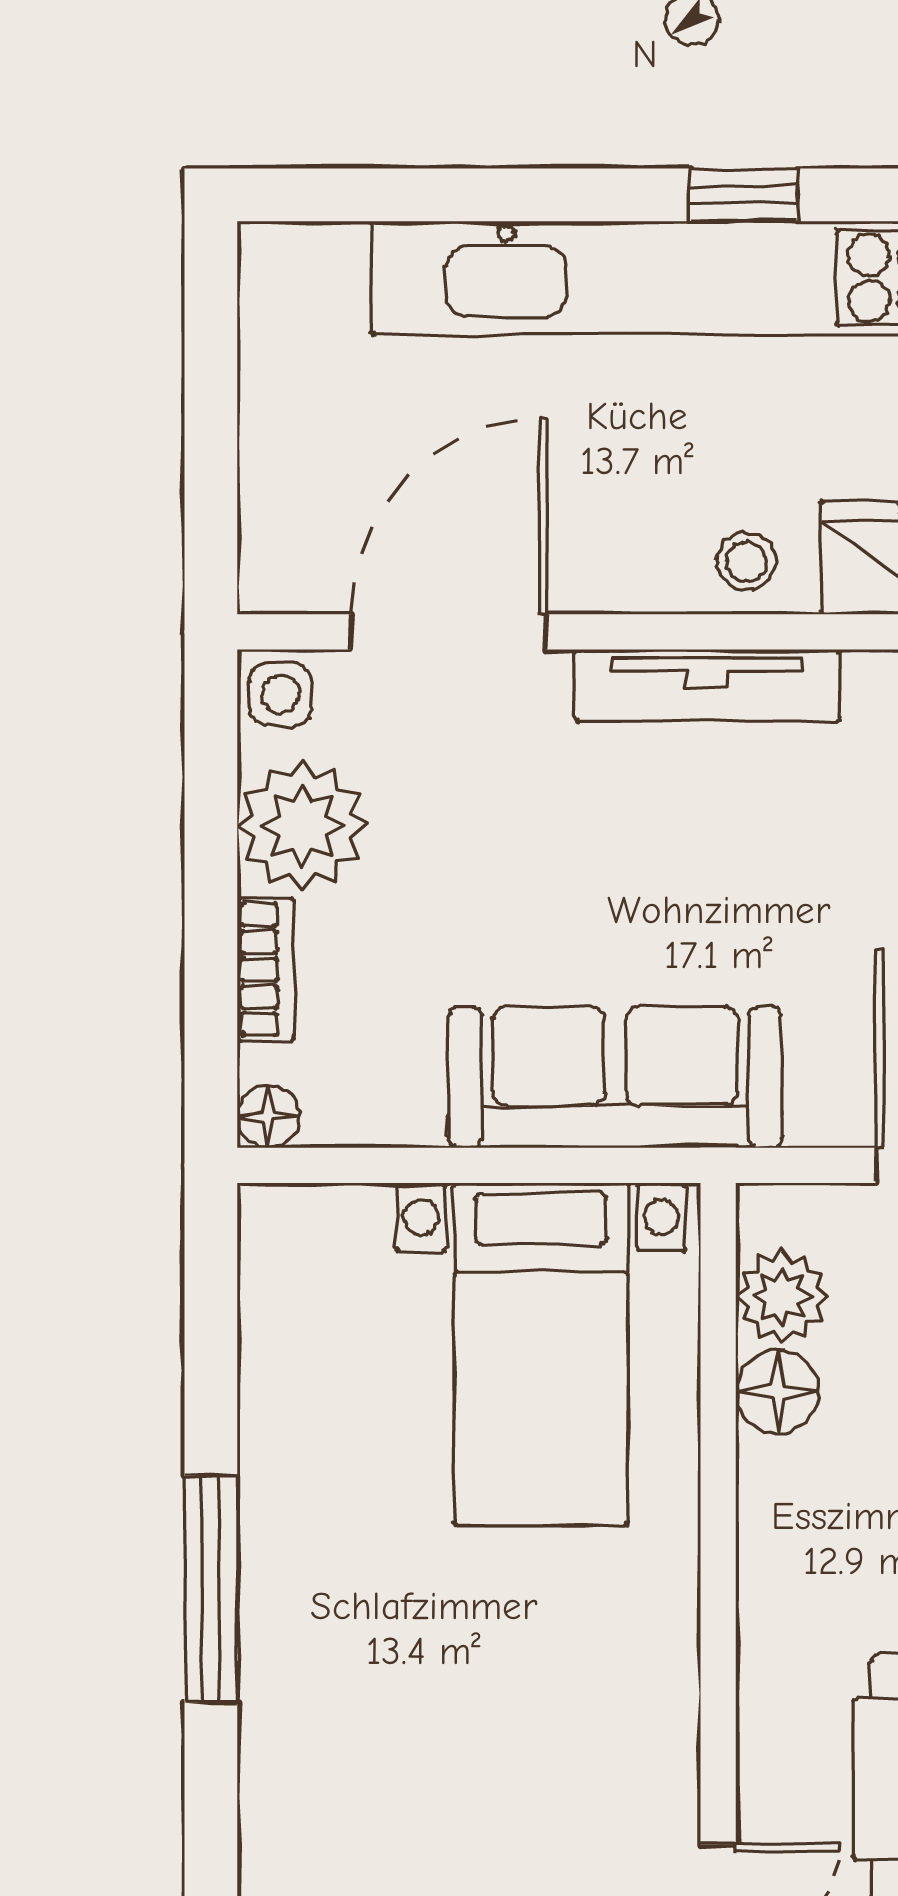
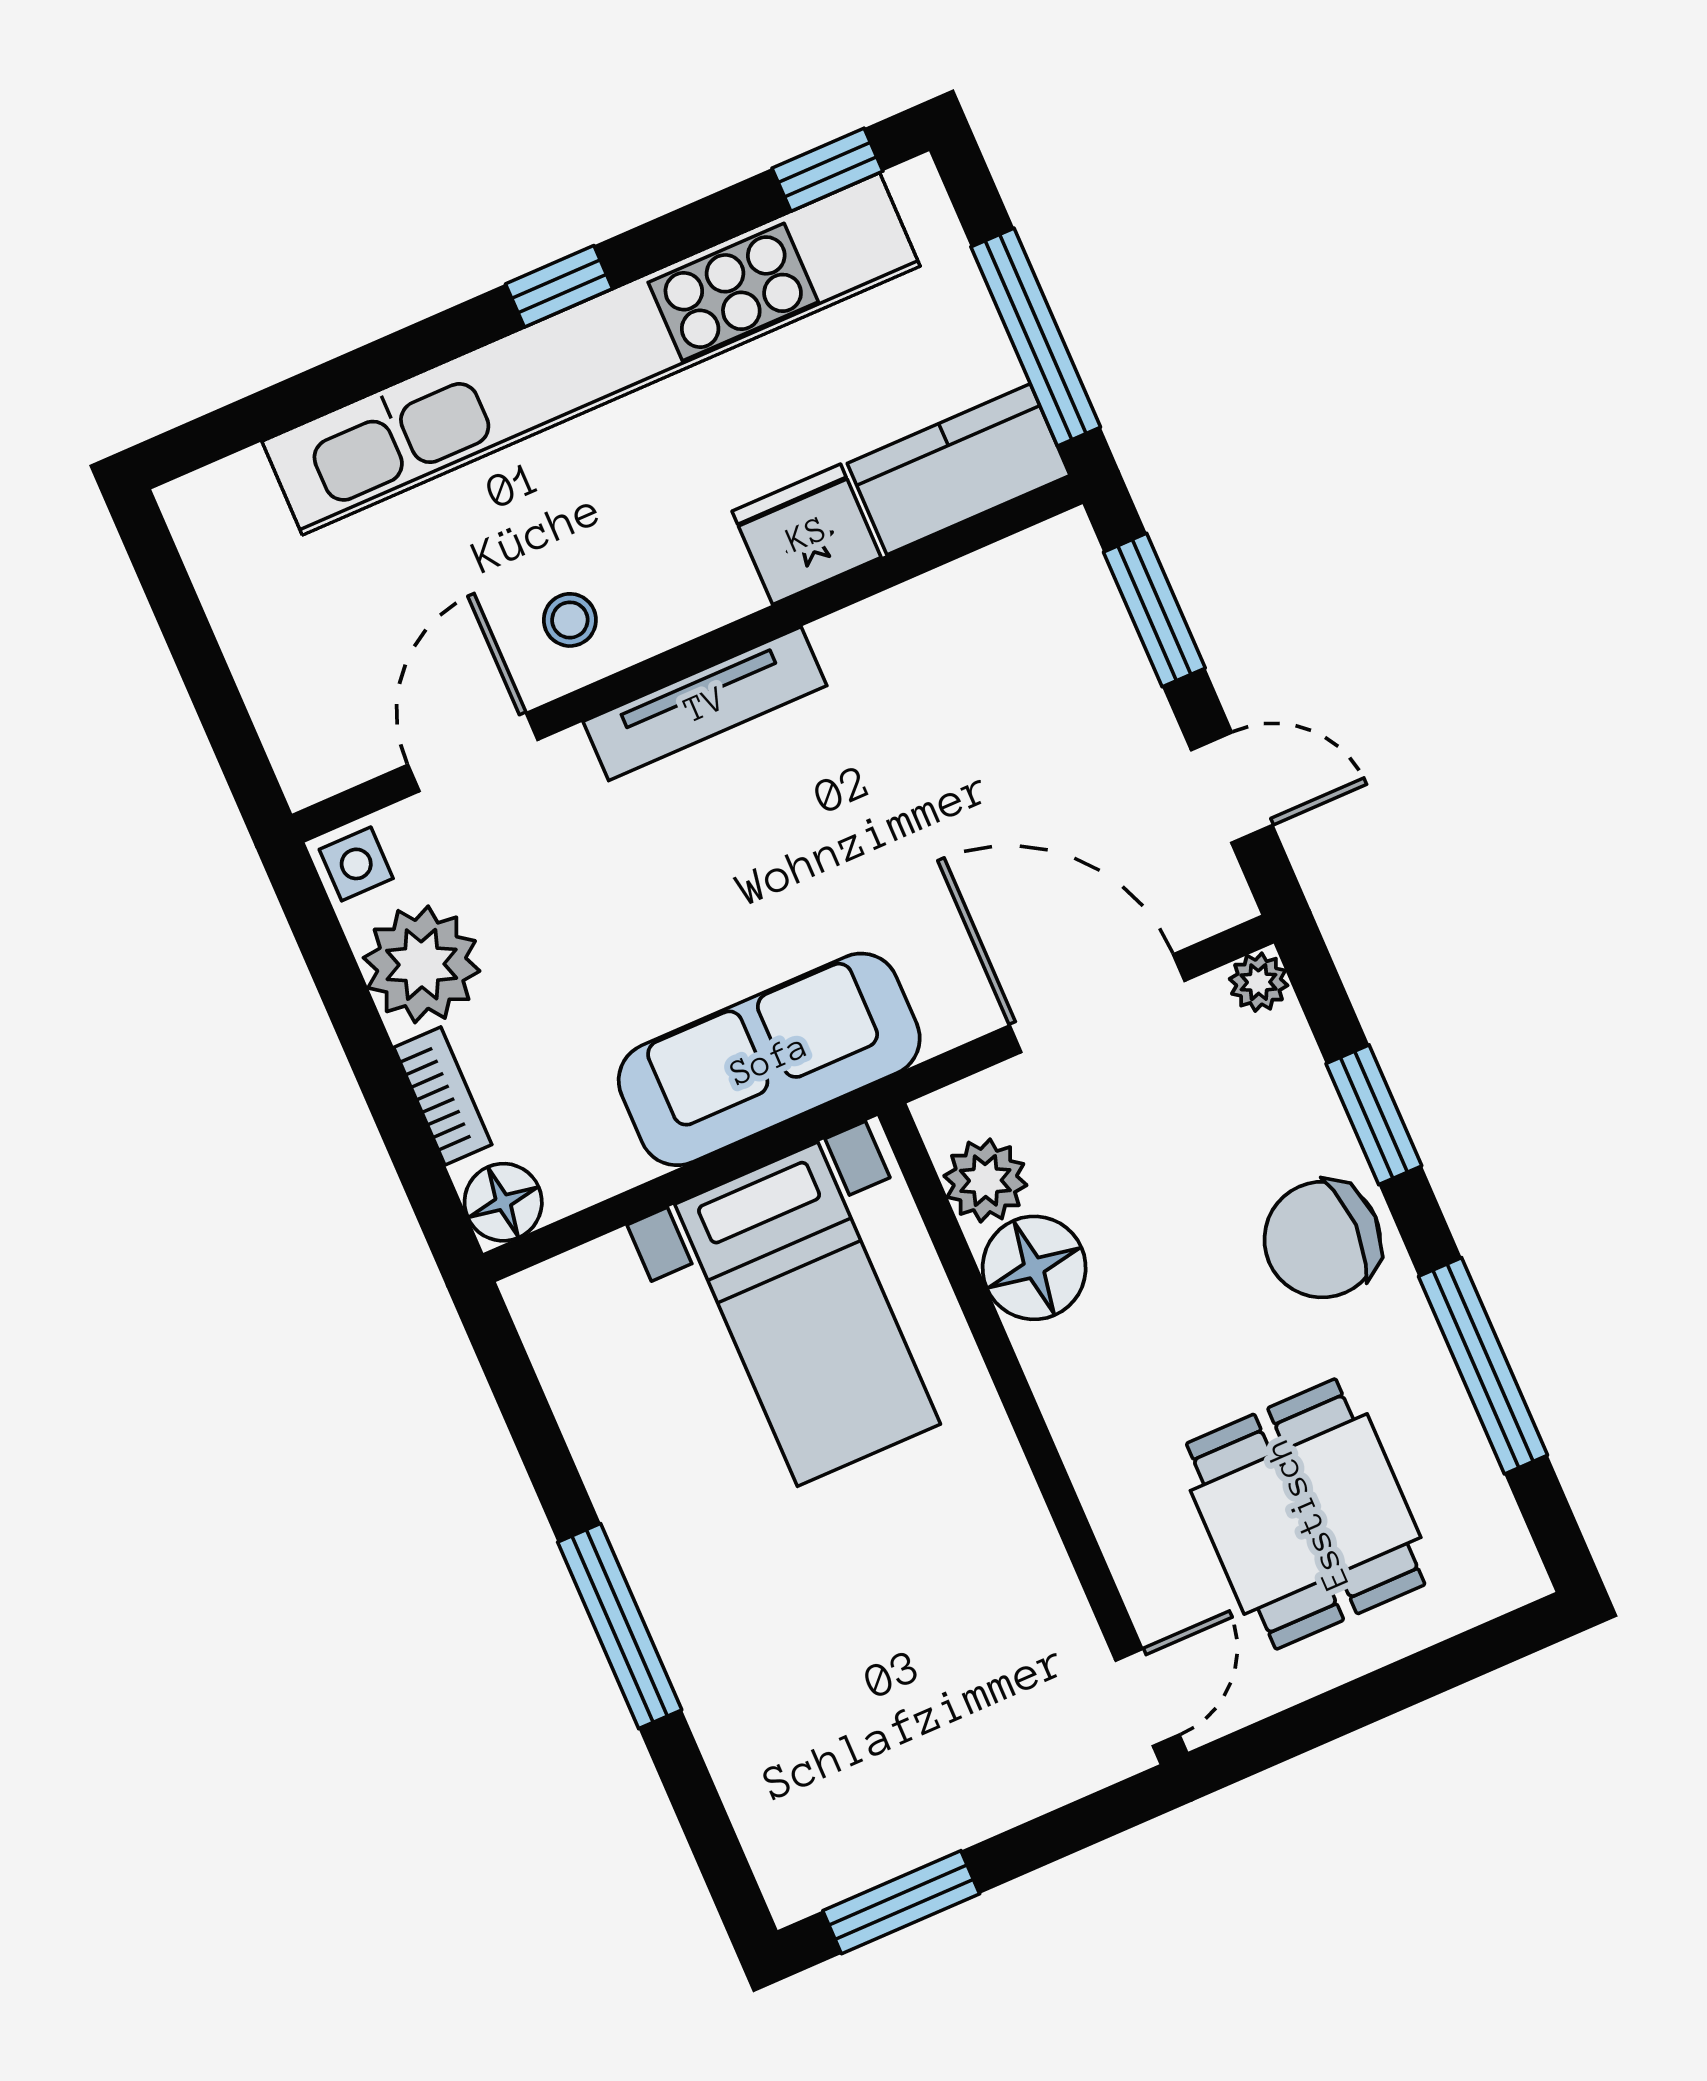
stool: (746, 561) -> (570, 620), moved
door: (449, 632) -> (473, 752), width x0.73
floor lamp: (269, 1116) -> (503, 1202), width x1.37, depth x1.37
floor lamp: (777, 1392) -> (1034, 1268), width x1.38, depth x1.38

